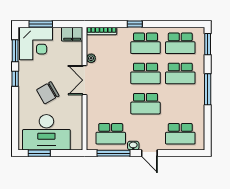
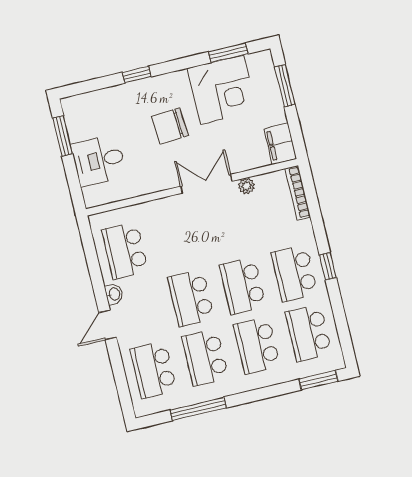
window: (135, 24) -> (328, 266), moved
corner desk: (36, 43) -> (222, 90), moved, turned -90
window: (15, 79) -> (137, 75), moved
window: (208, 89) -> (198, 409), moved
chair: (48, 93) -> (170, 126), turned -64
school desk: (180, 104) -> (205, 358), added
desk: (46, 132) -> (99, 160), width x0.53, depth x0.77
window: (113, 153) -> (93, 263), removed

